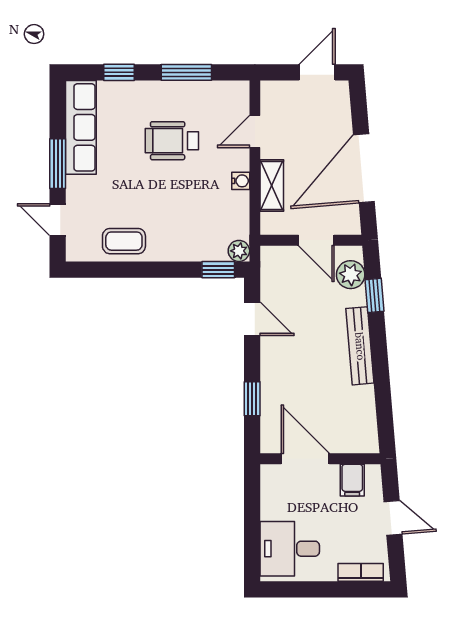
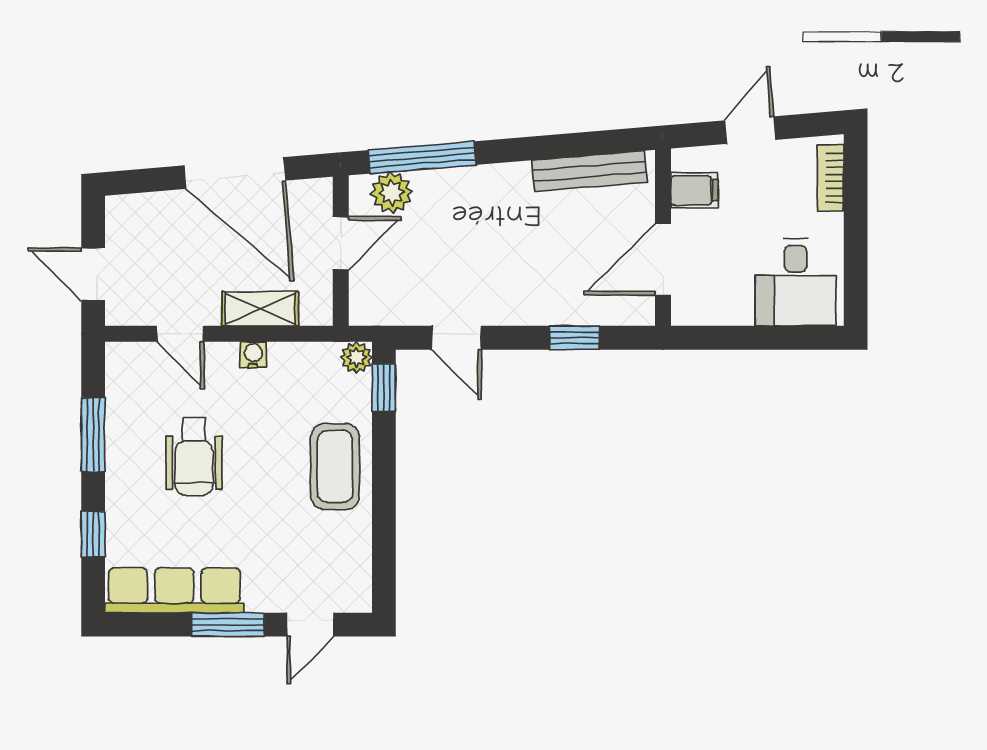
door: (317, 72) -> (93, 274), moved
coffee table: (124, 241) -> (335, 467), moved, width x1.36, depth x1.30
window: (375, 295) -> (422, 157), width x2.17
door: (252, 319) -> (457, 338), swing flipped
bench: (360, 346) -> (589, 171), moved

